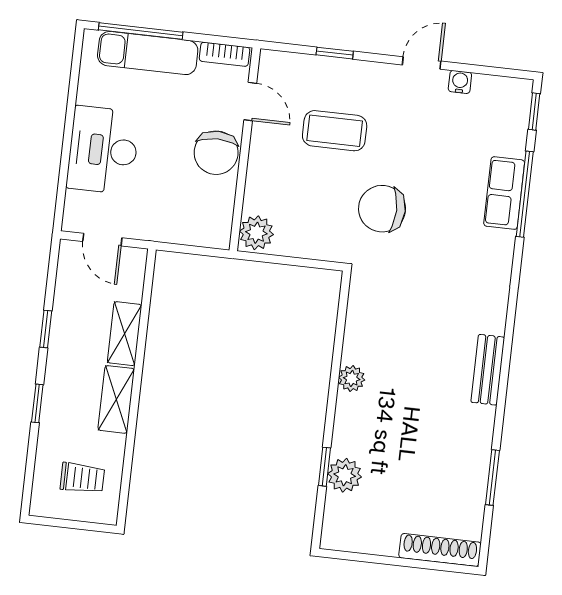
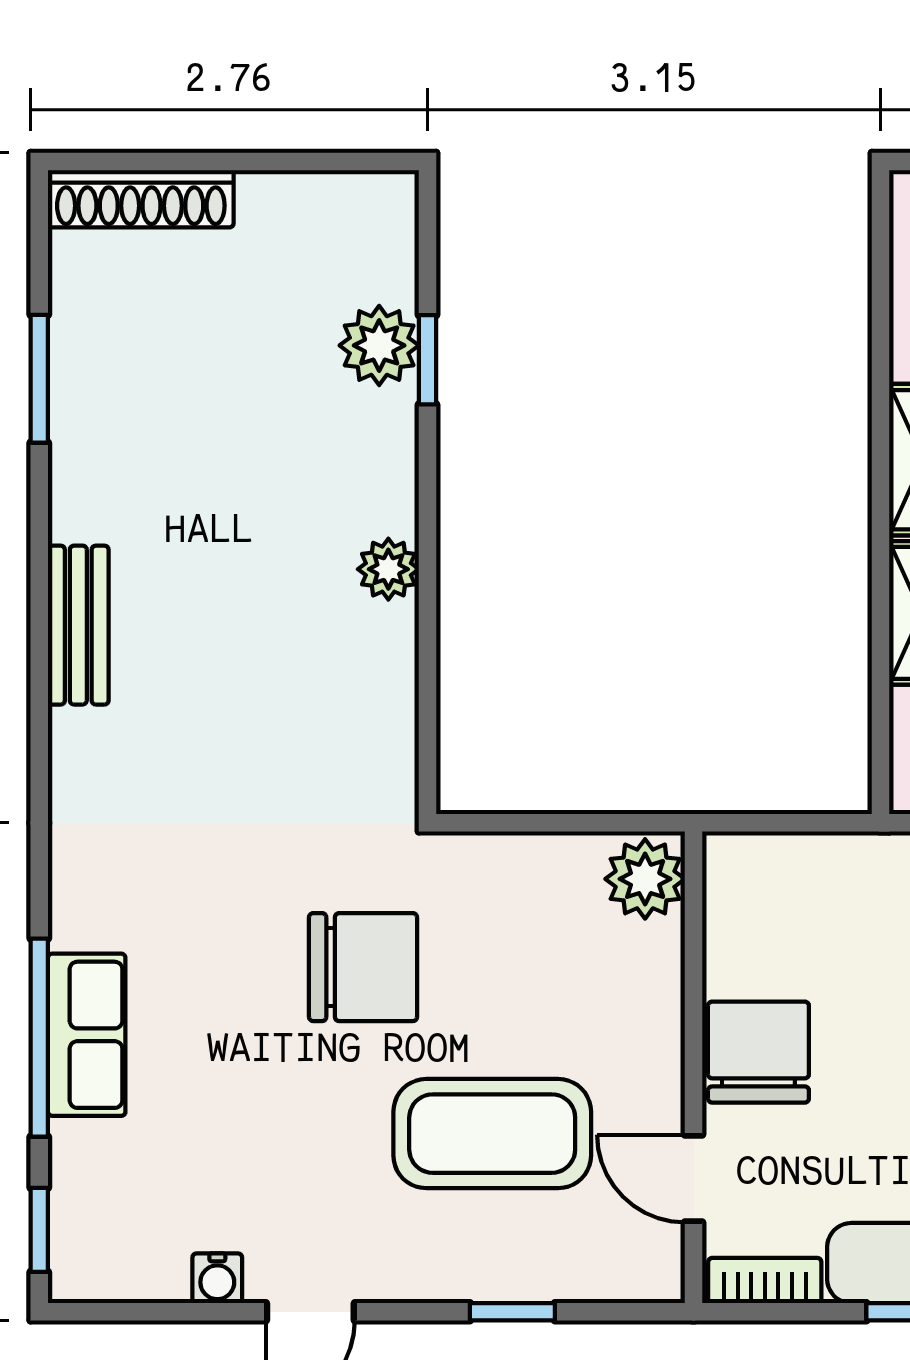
coffee table: (335, 131) -> (492, 1134), width x1.36, depth x1.32

